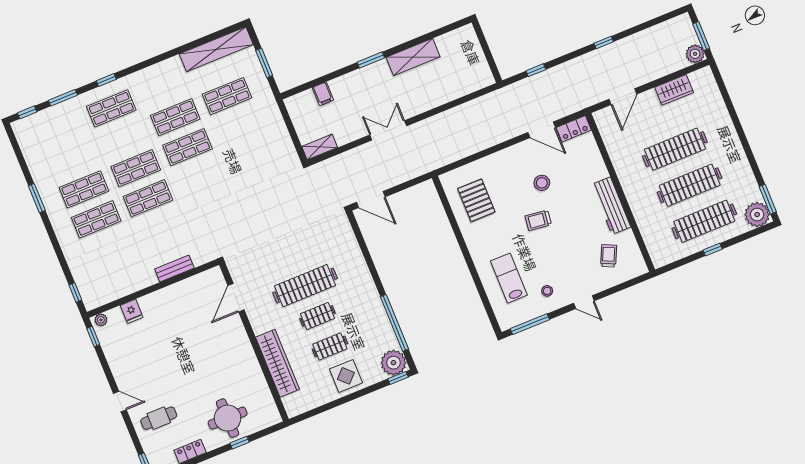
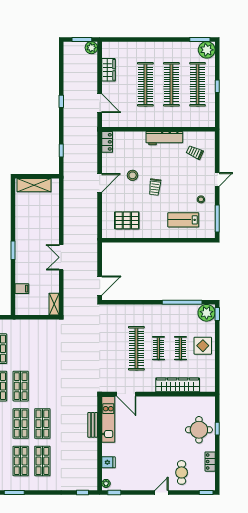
shelving: (413, 57) -> (34, 185), moved, turned 90
door: (542, 130) -> (100, 183), moved
kitchen unit: (191, 287) -> (108, 419), added

